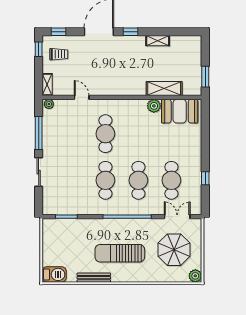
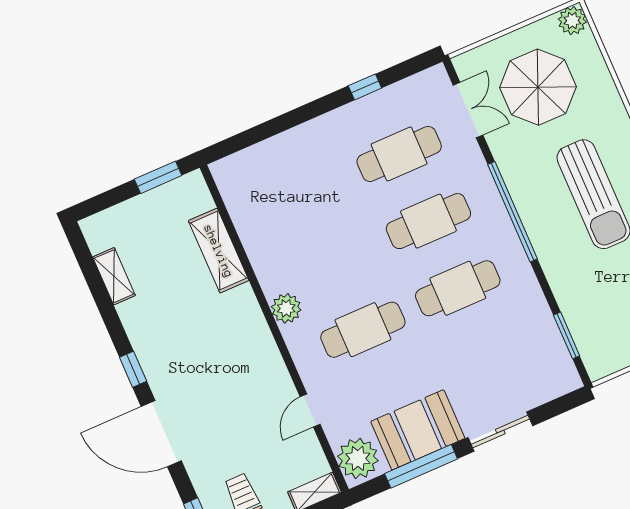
shelving: (158, 41) -> (114, 276), moved
plant: (49, 104) -> (358, 458), width x1.88, depth x1.88
plant: (154, 106) -> (286, 308), moved
booth: (180, 111) -> (418, 430), moved, turned 90
double door: (177, 217) -> (468, 110), swing flipped

